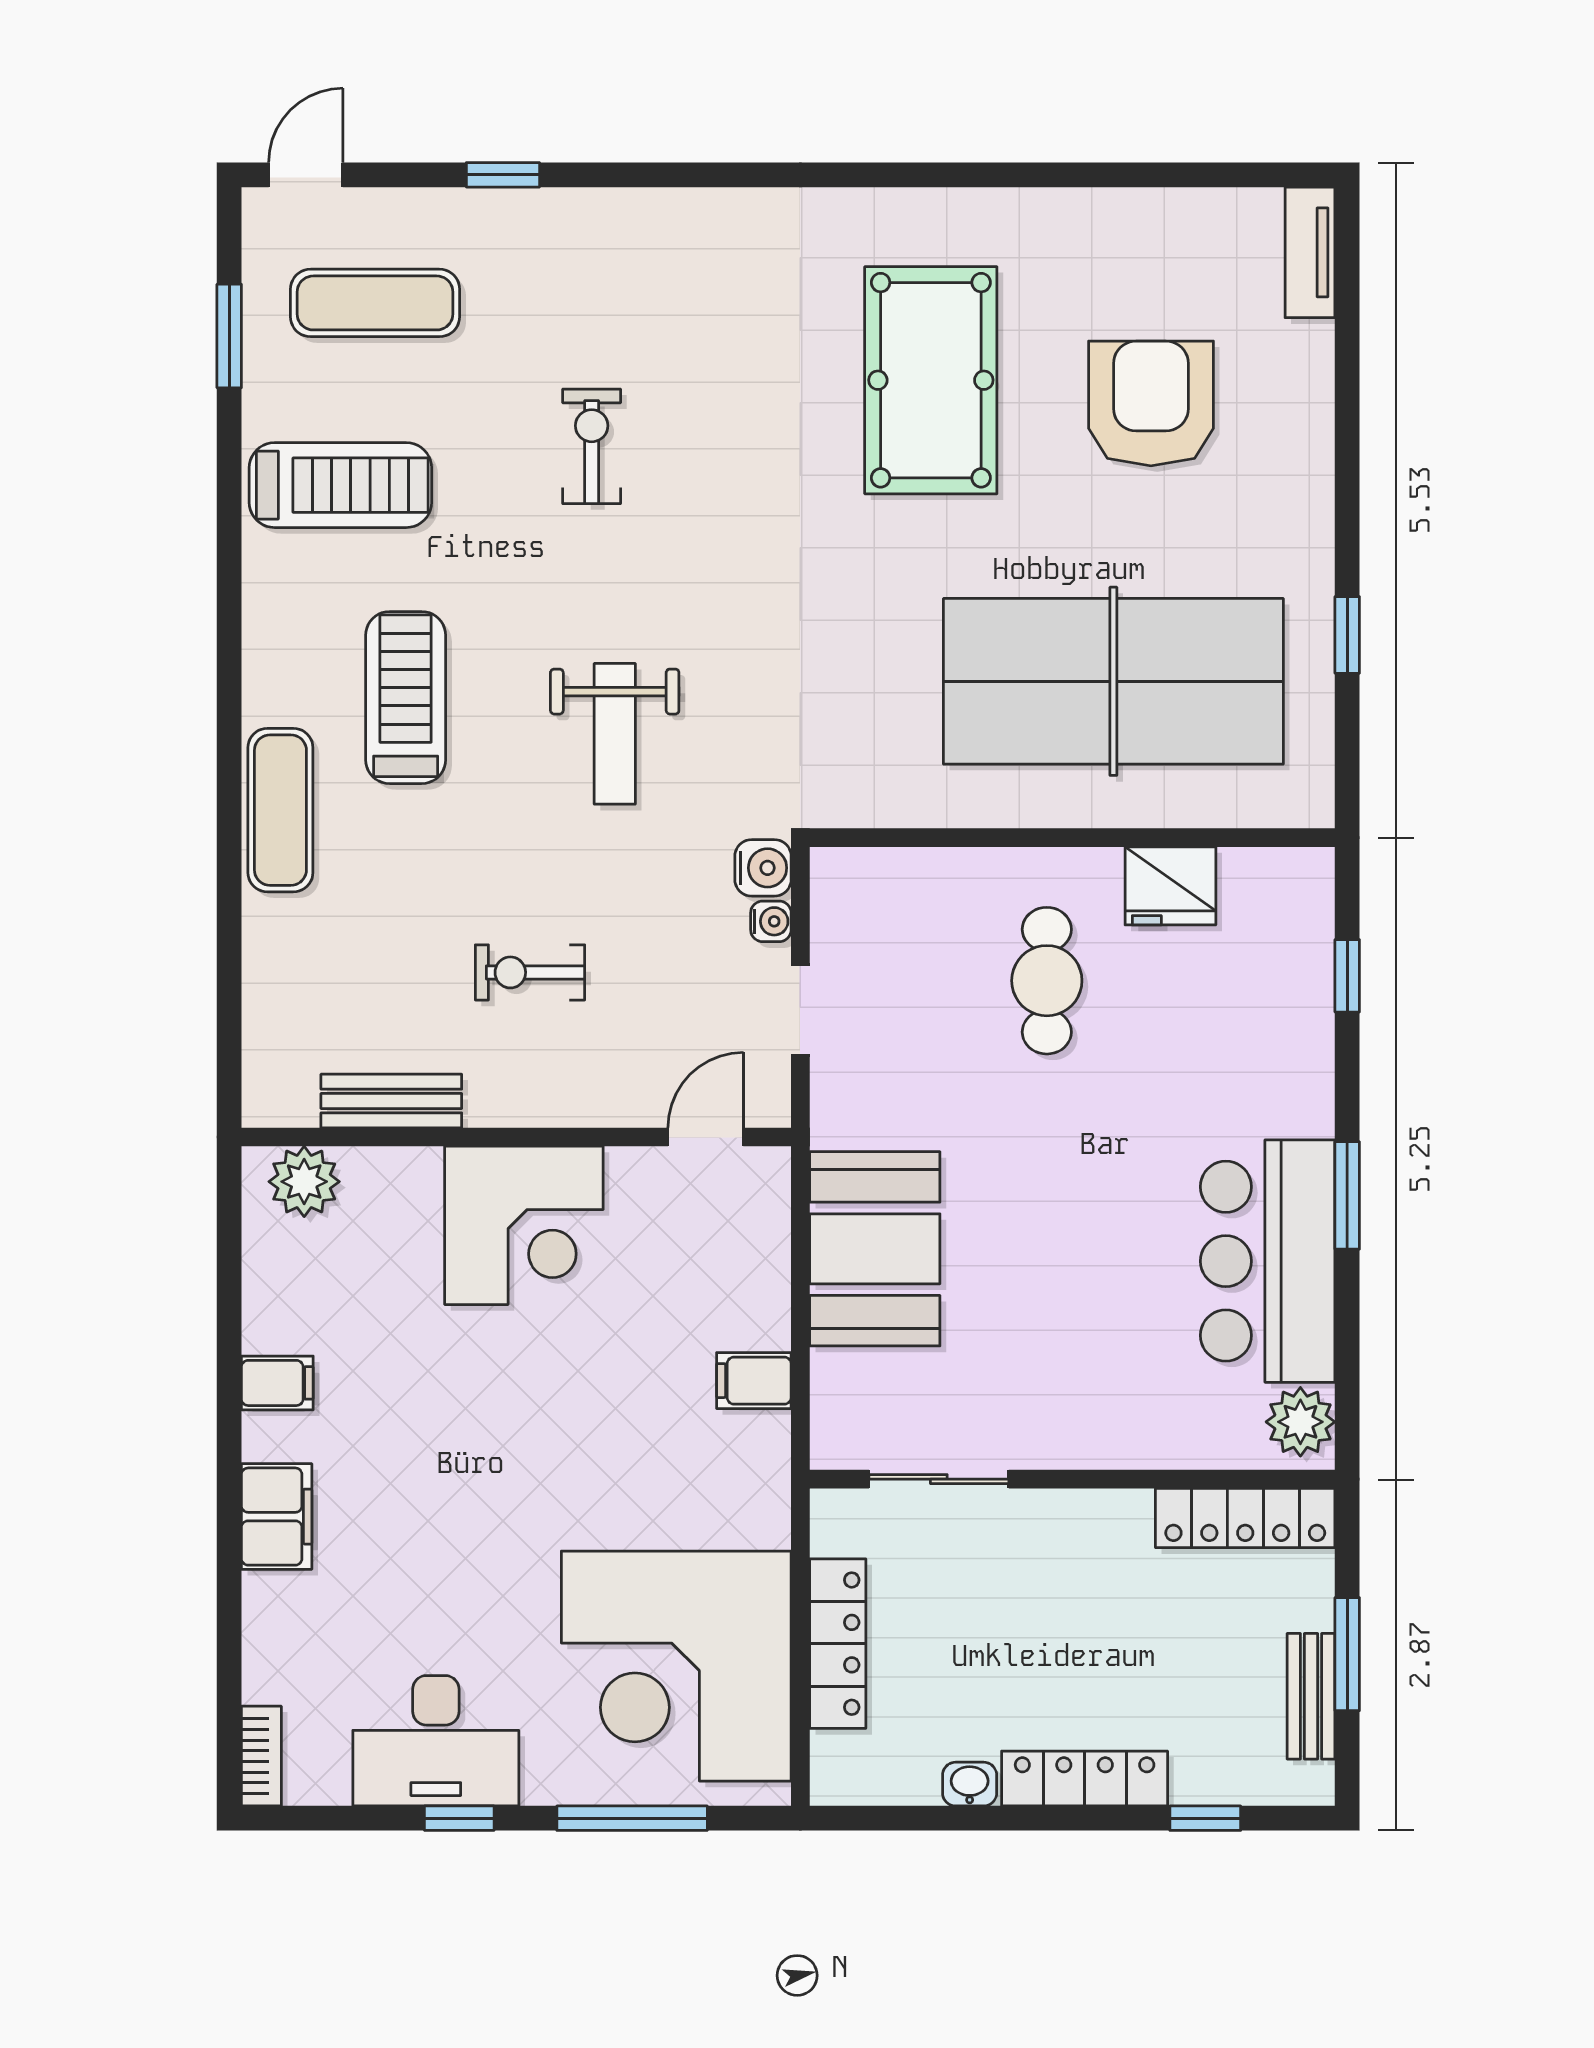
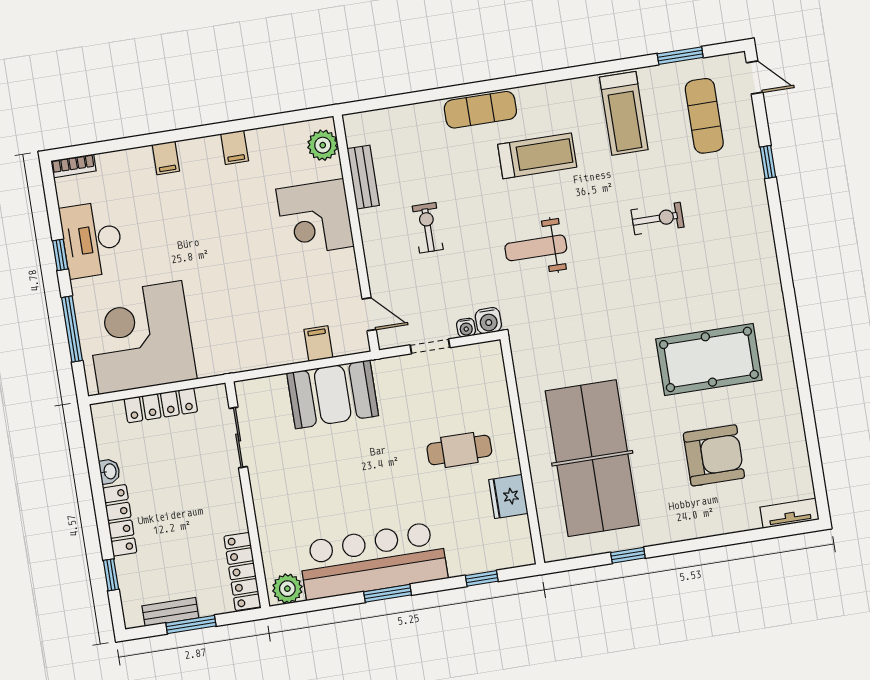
corner desk: (524, 1225) -> (315, 218), moved
bar counter: (1268, 1261) -> (373, 561), width x1.36
filing cabinet: (754, 1381) -> (318, 344), moved
filing cabinet: (277, 1517) -> (166, 158), width x0.50

